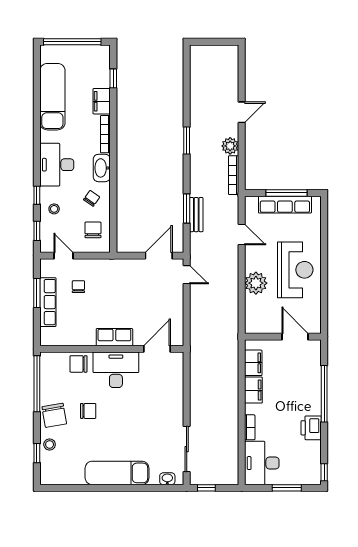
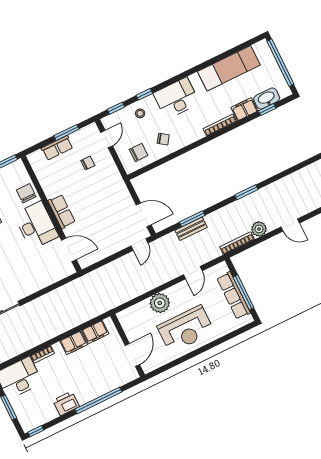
washbasin: (102, 168) -> (267, 99), moved
row of seats: (48, 302) -> (57, 148), width x0.68

